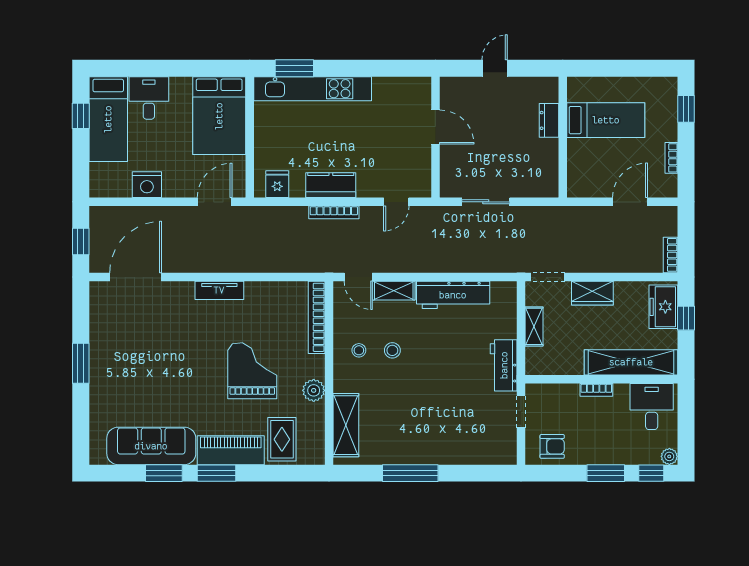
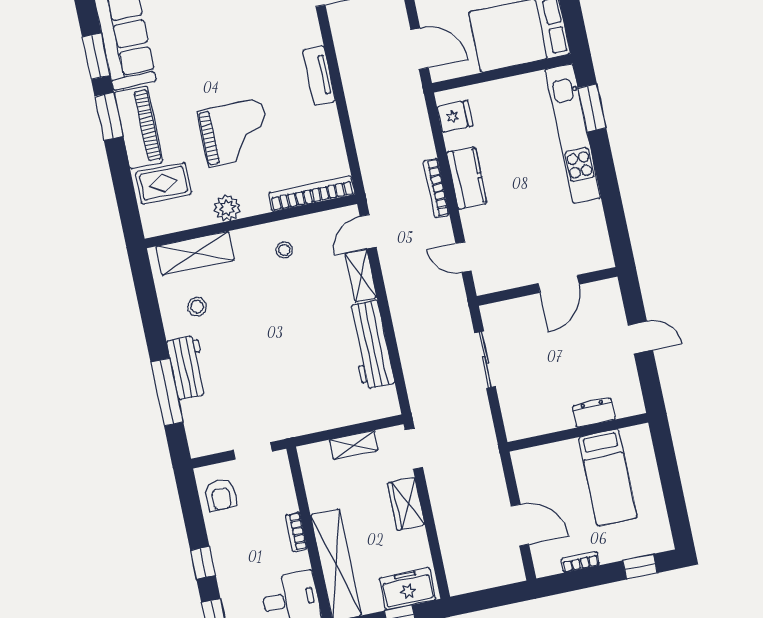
bookcase: (670, 255) -> (469, 584), removed
stool: (392, 350) -> (197, 307), moved
workbench: (504, 365) -> (188, 367), moved, turned 90
window: (410, 473) -> (167, 392), moved
window: (606, 473) -> (203, 563), width x0.67

